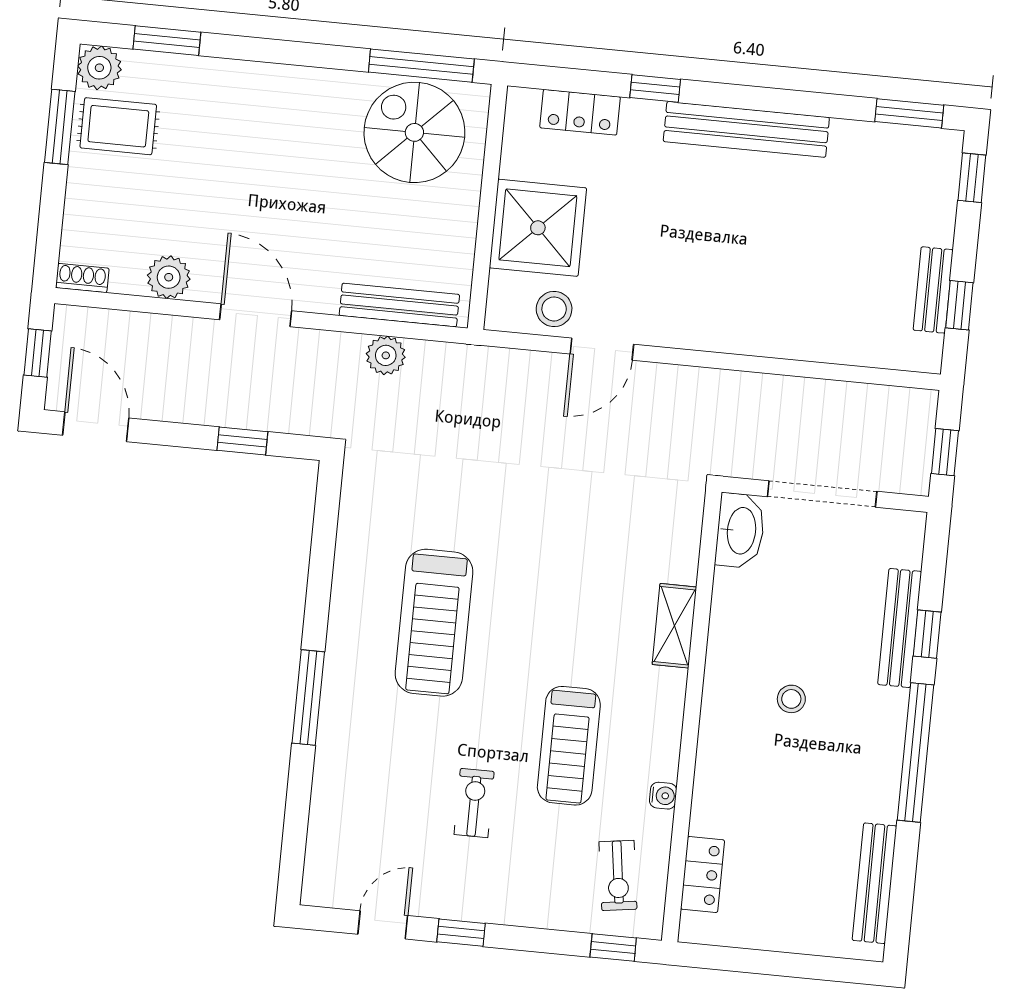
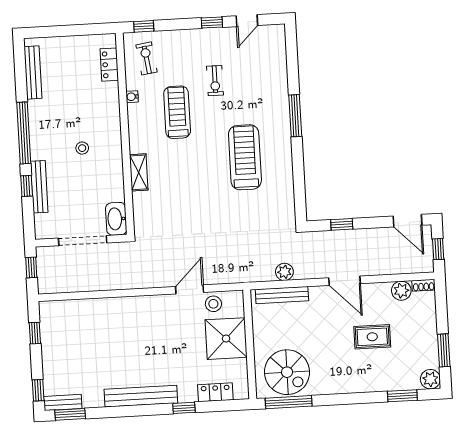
rug: (118, 126) -> (372, 337), moved
plant: (169, 277) -> (401, 291), moved
bench: (933, 290) -> (63, 402), moved, turned 90

